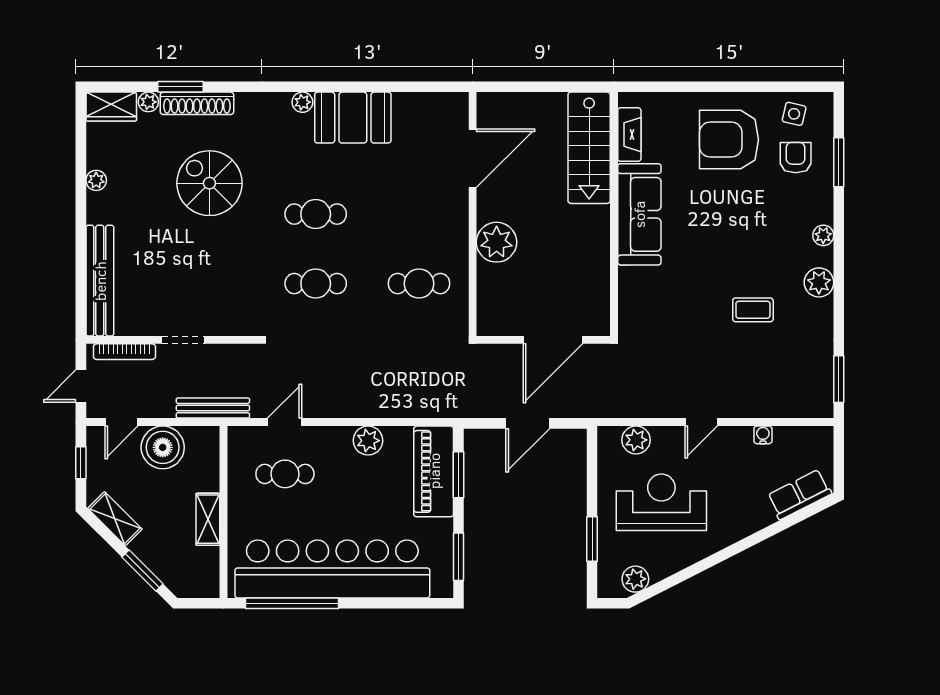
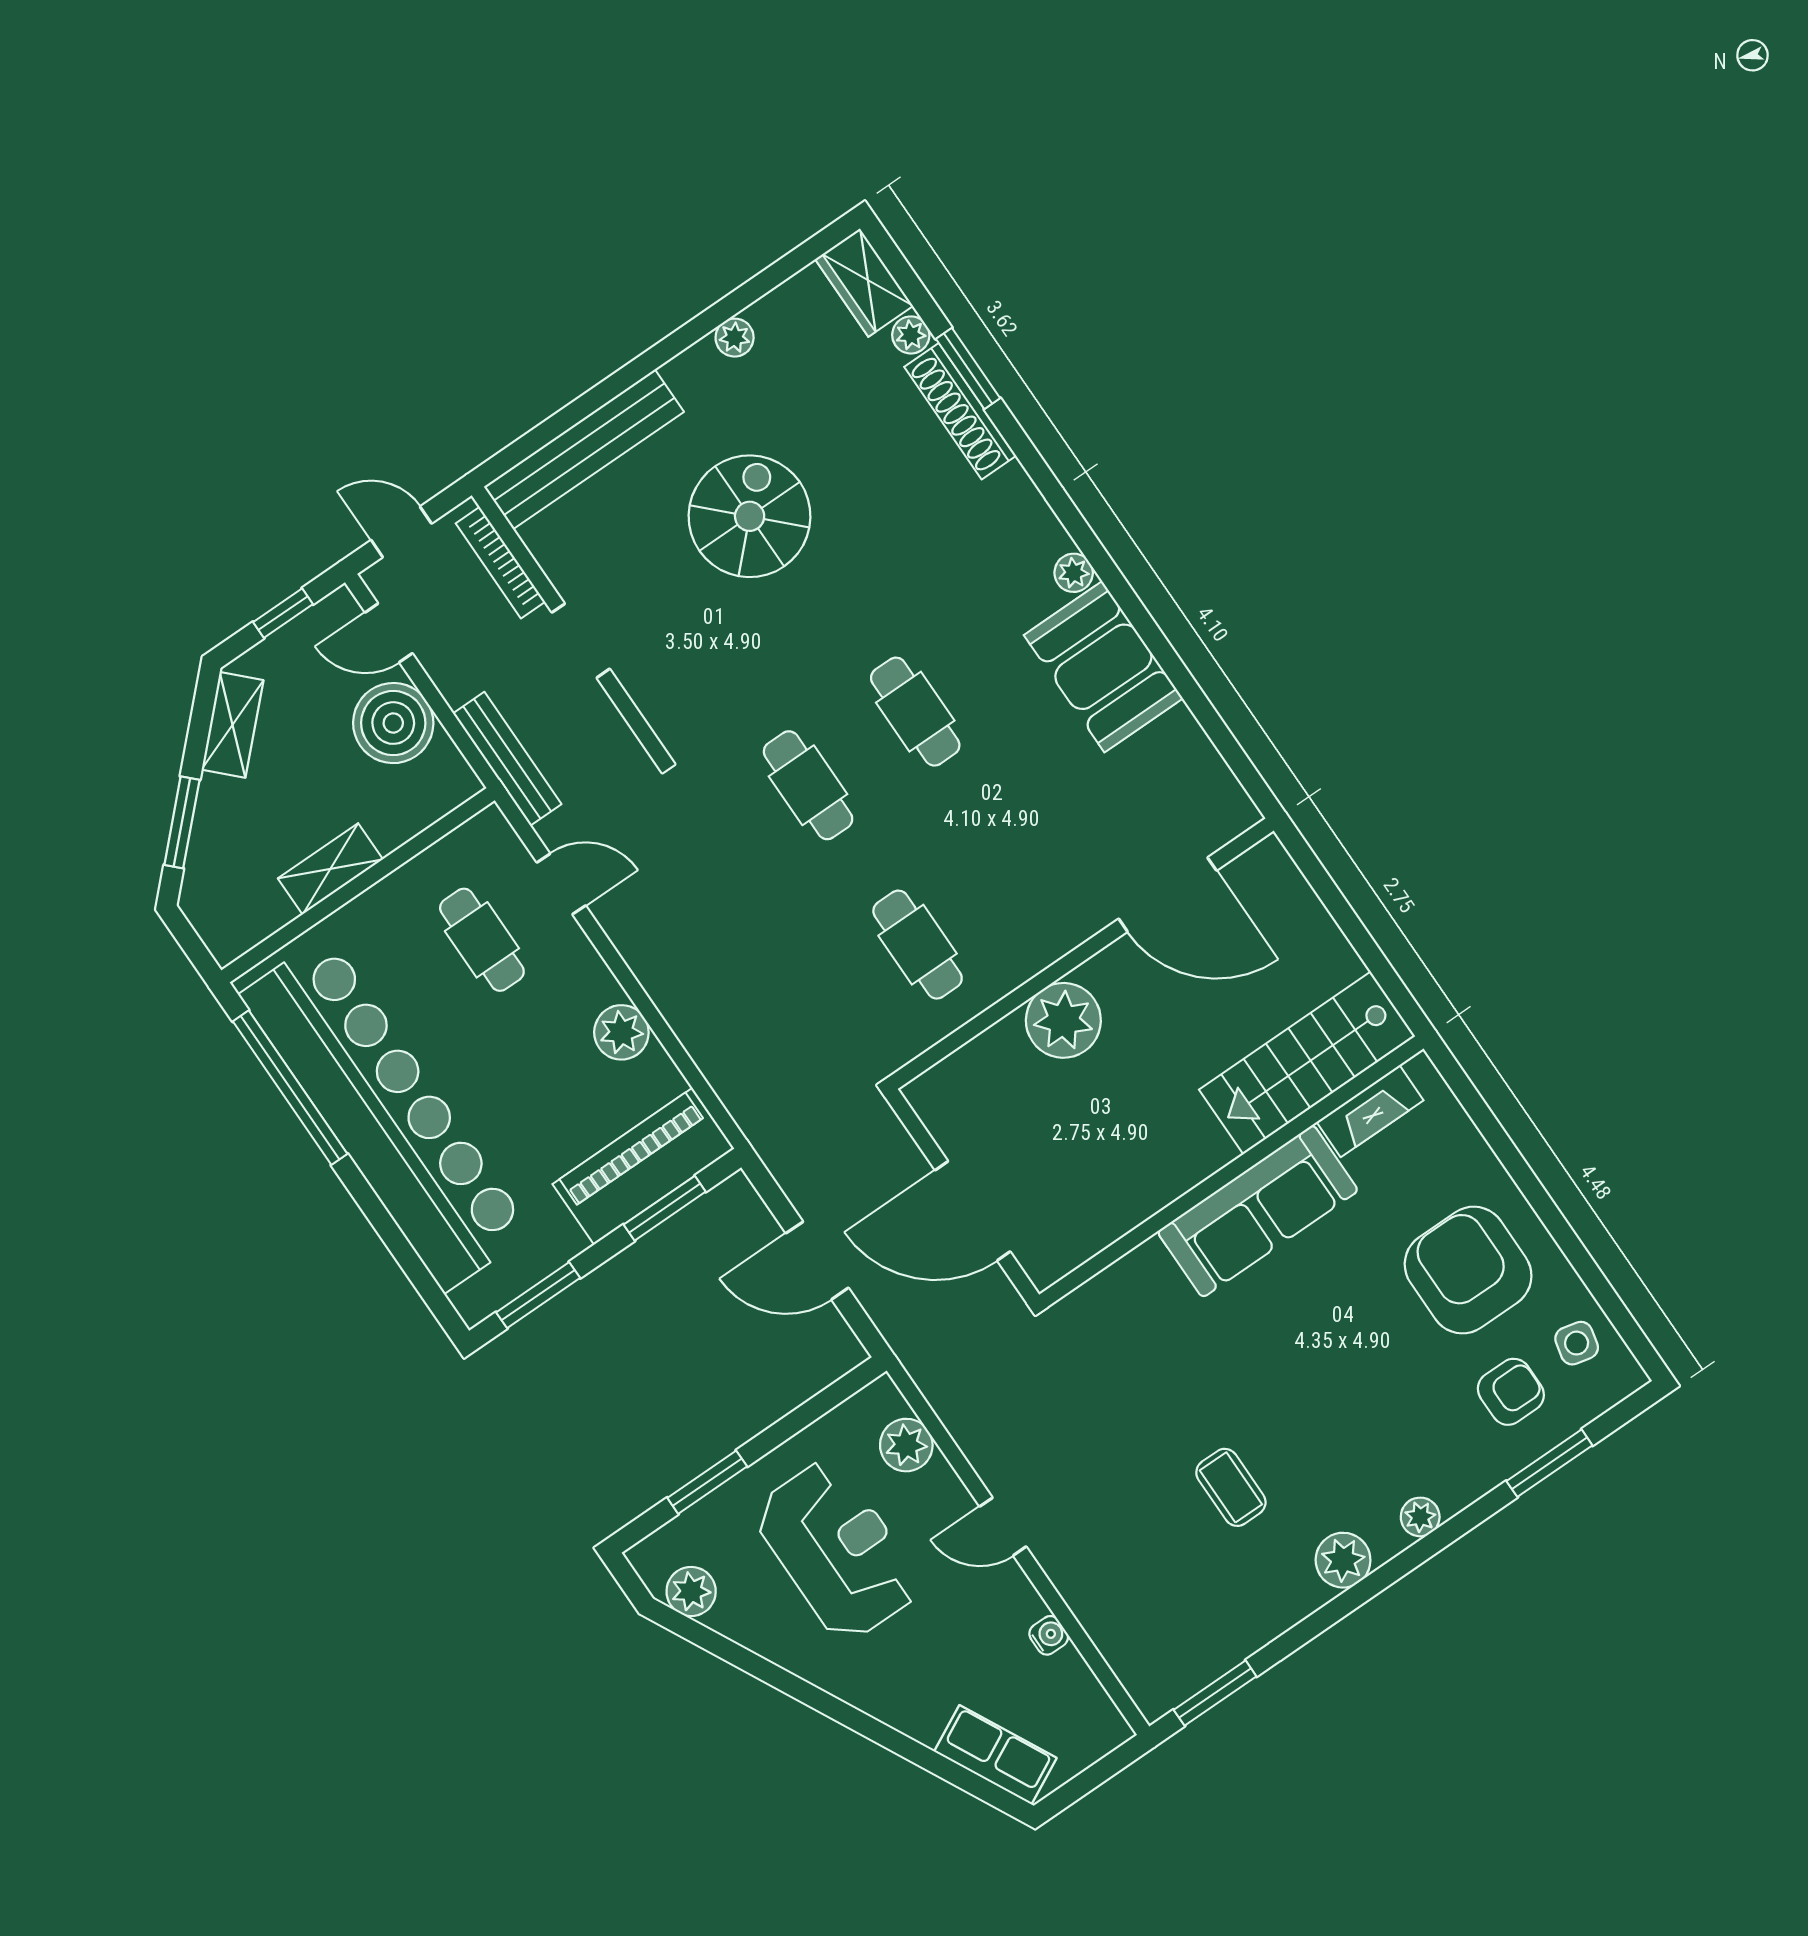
spiral stairs: (209, 183) -> (750, 516), moved

